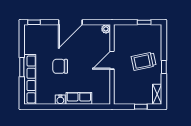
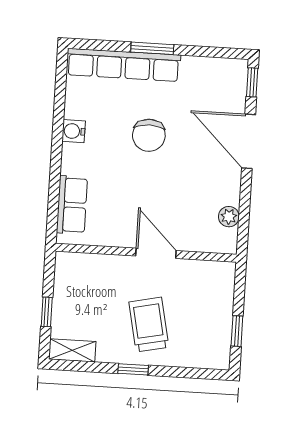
door: (70, 22) -> (249, 141), moved
plant: (106, 29) -> (229, 217), moved
chair: (60, 66) -> (149, 135), turned 180
row of seats: (79, 98) -> (72, 205), moved

